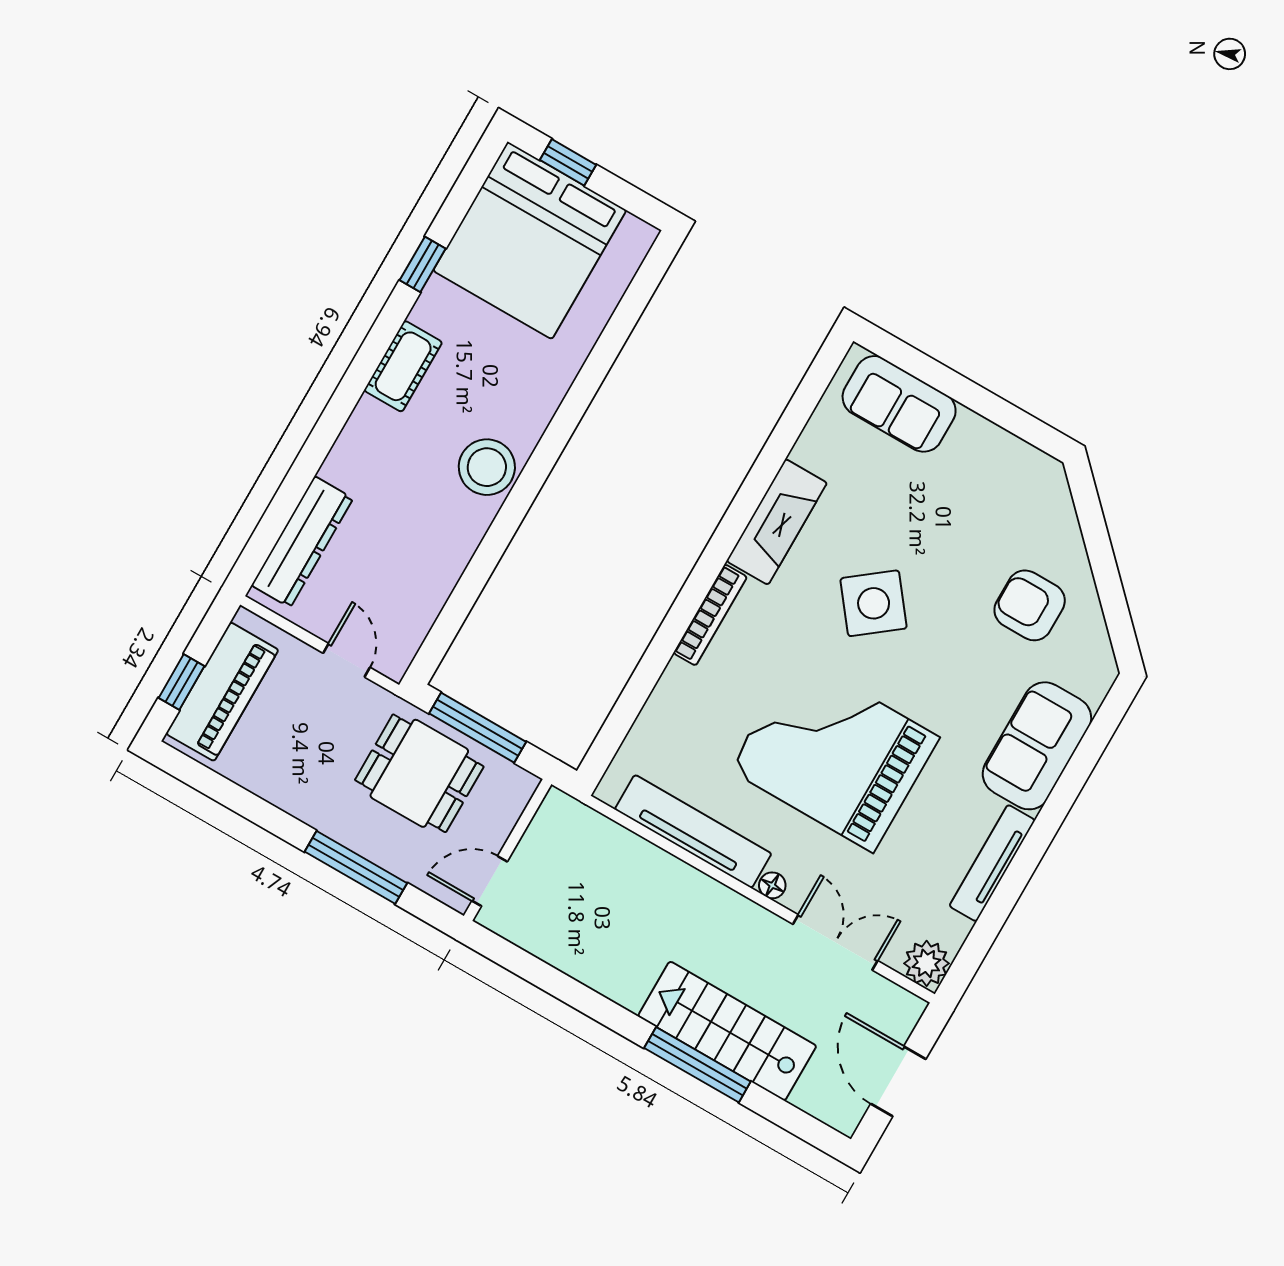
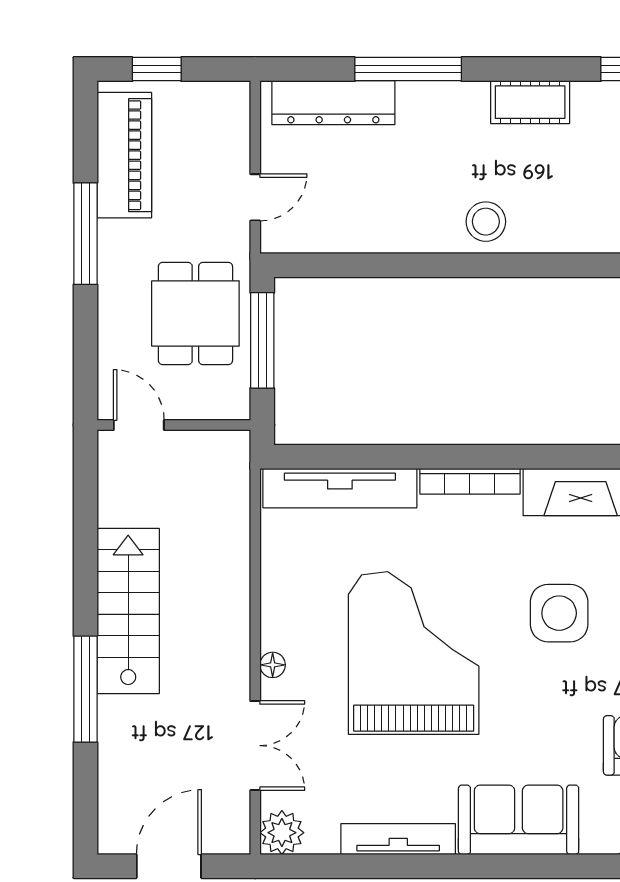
window: (311, 458) -> (408, 69), added
stool: (487, 467) -> (486, 222), width x0.73, depth x0.73
side table: (874, 603) -> (559, 613), turned 38
piano: (222, 692) -> (124, 155), moved, turned -90
tv unit: (693, 831) -> (340, 488), moved, turned 90
window: (356, 867) -> (85, 234), moved
stairs: (727, 1031) -> (128, 611), moved

